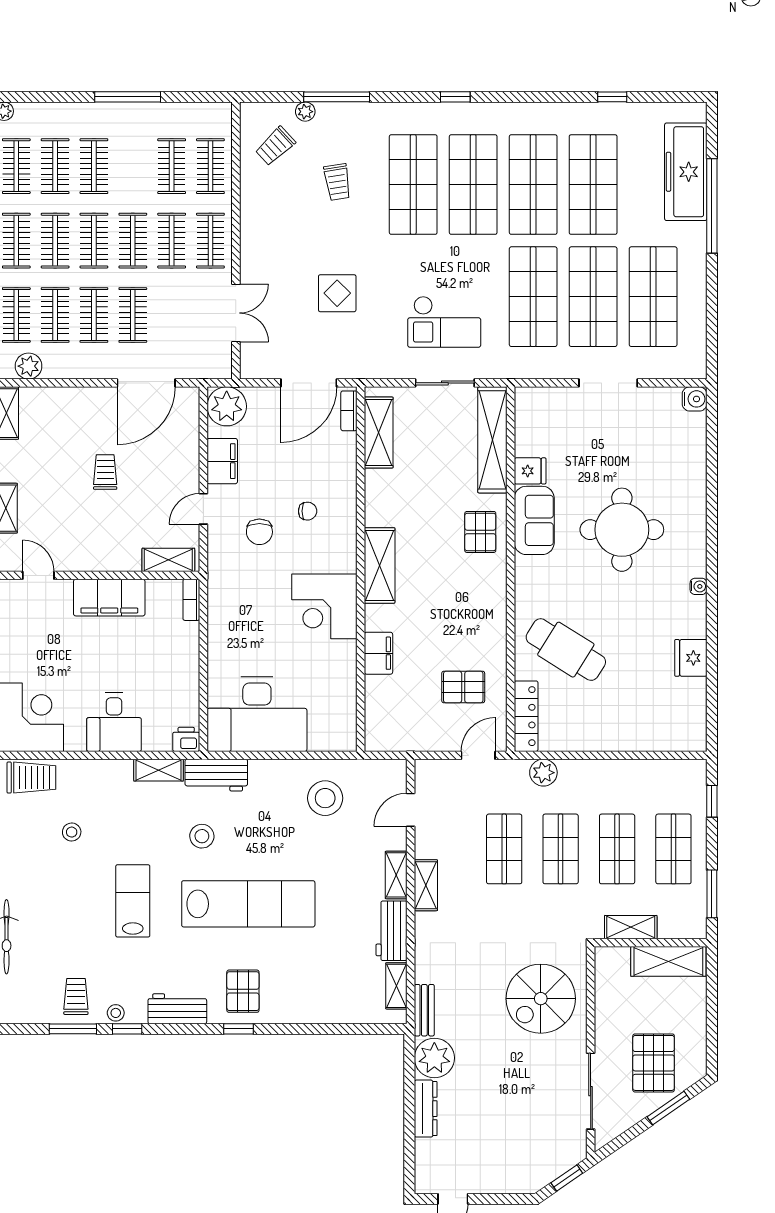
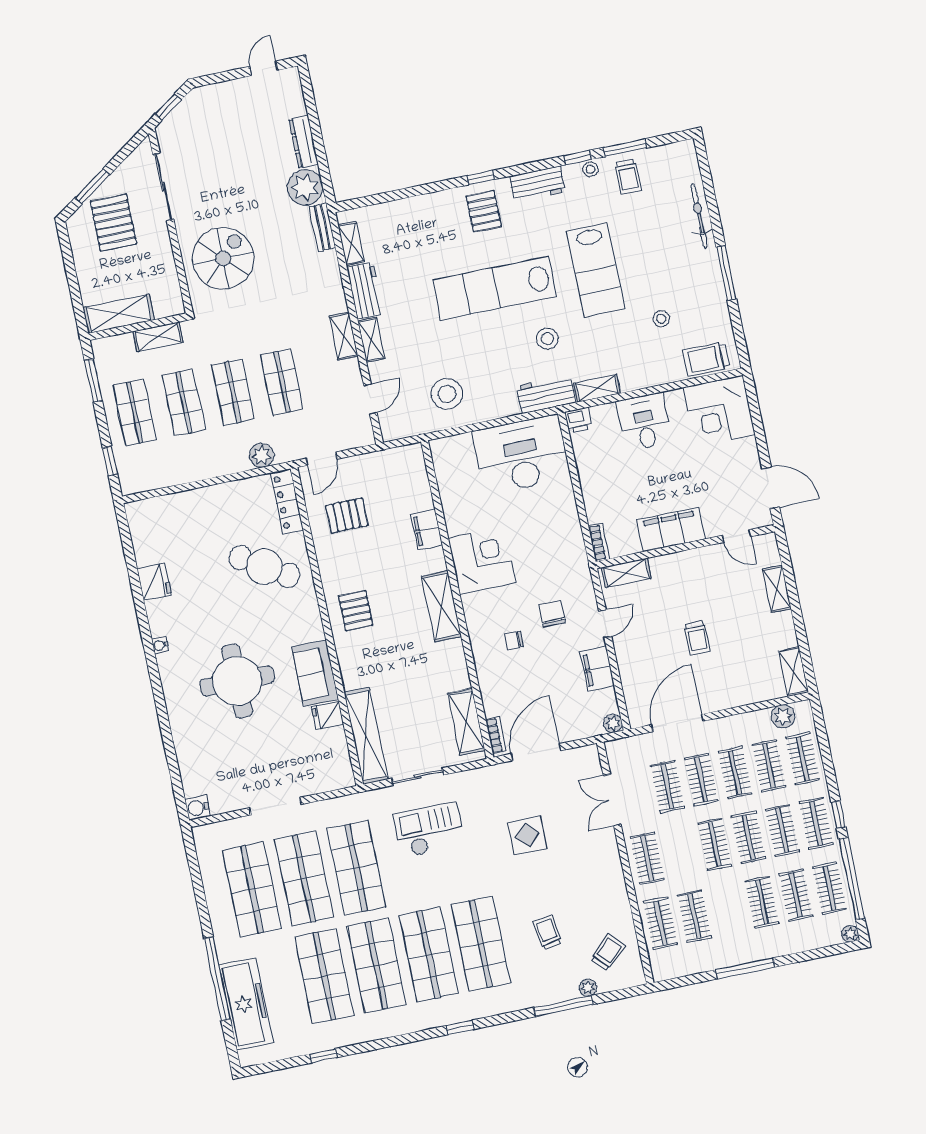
clothes rail: (172, 241) -> (668, 787), moved
plant: (227, 406) -> (613, 723), width x0.53, depth x0.53
pallet: (480, 532) -> (356, 611), moved
lab bench: (133, 901) -> (596, 270), width x1.36, depth x1.39

